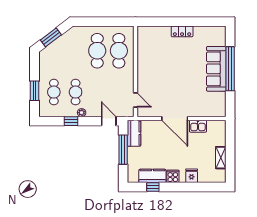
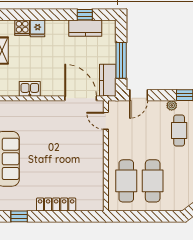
window: (207, 22) -> (19, 216), added
locker: (182, 31) -> (56, 204), width x1.53
door: (175, 118) -> (81, 98), moved
door: (109, 121) -> (139, 95), hinge flipped
cooker: (173, 176) -> (22, 28), moved

